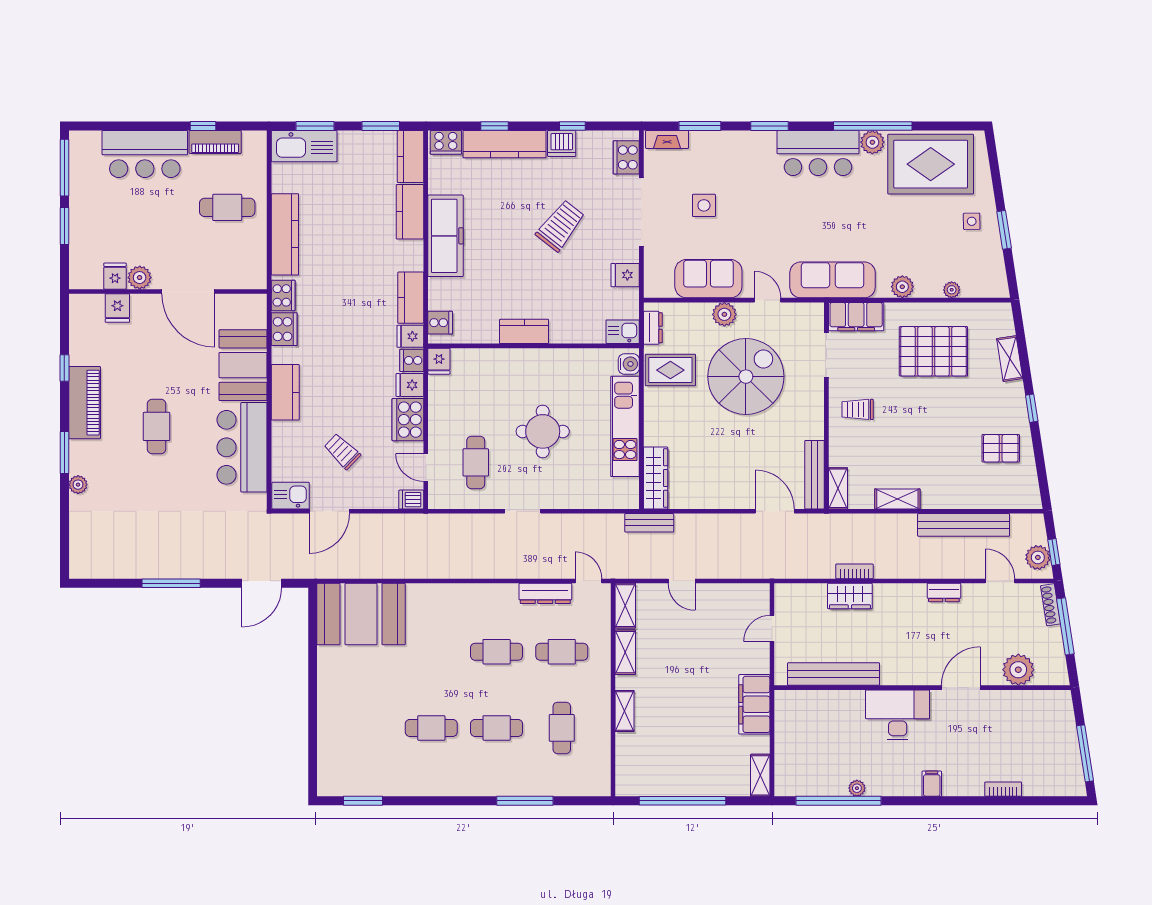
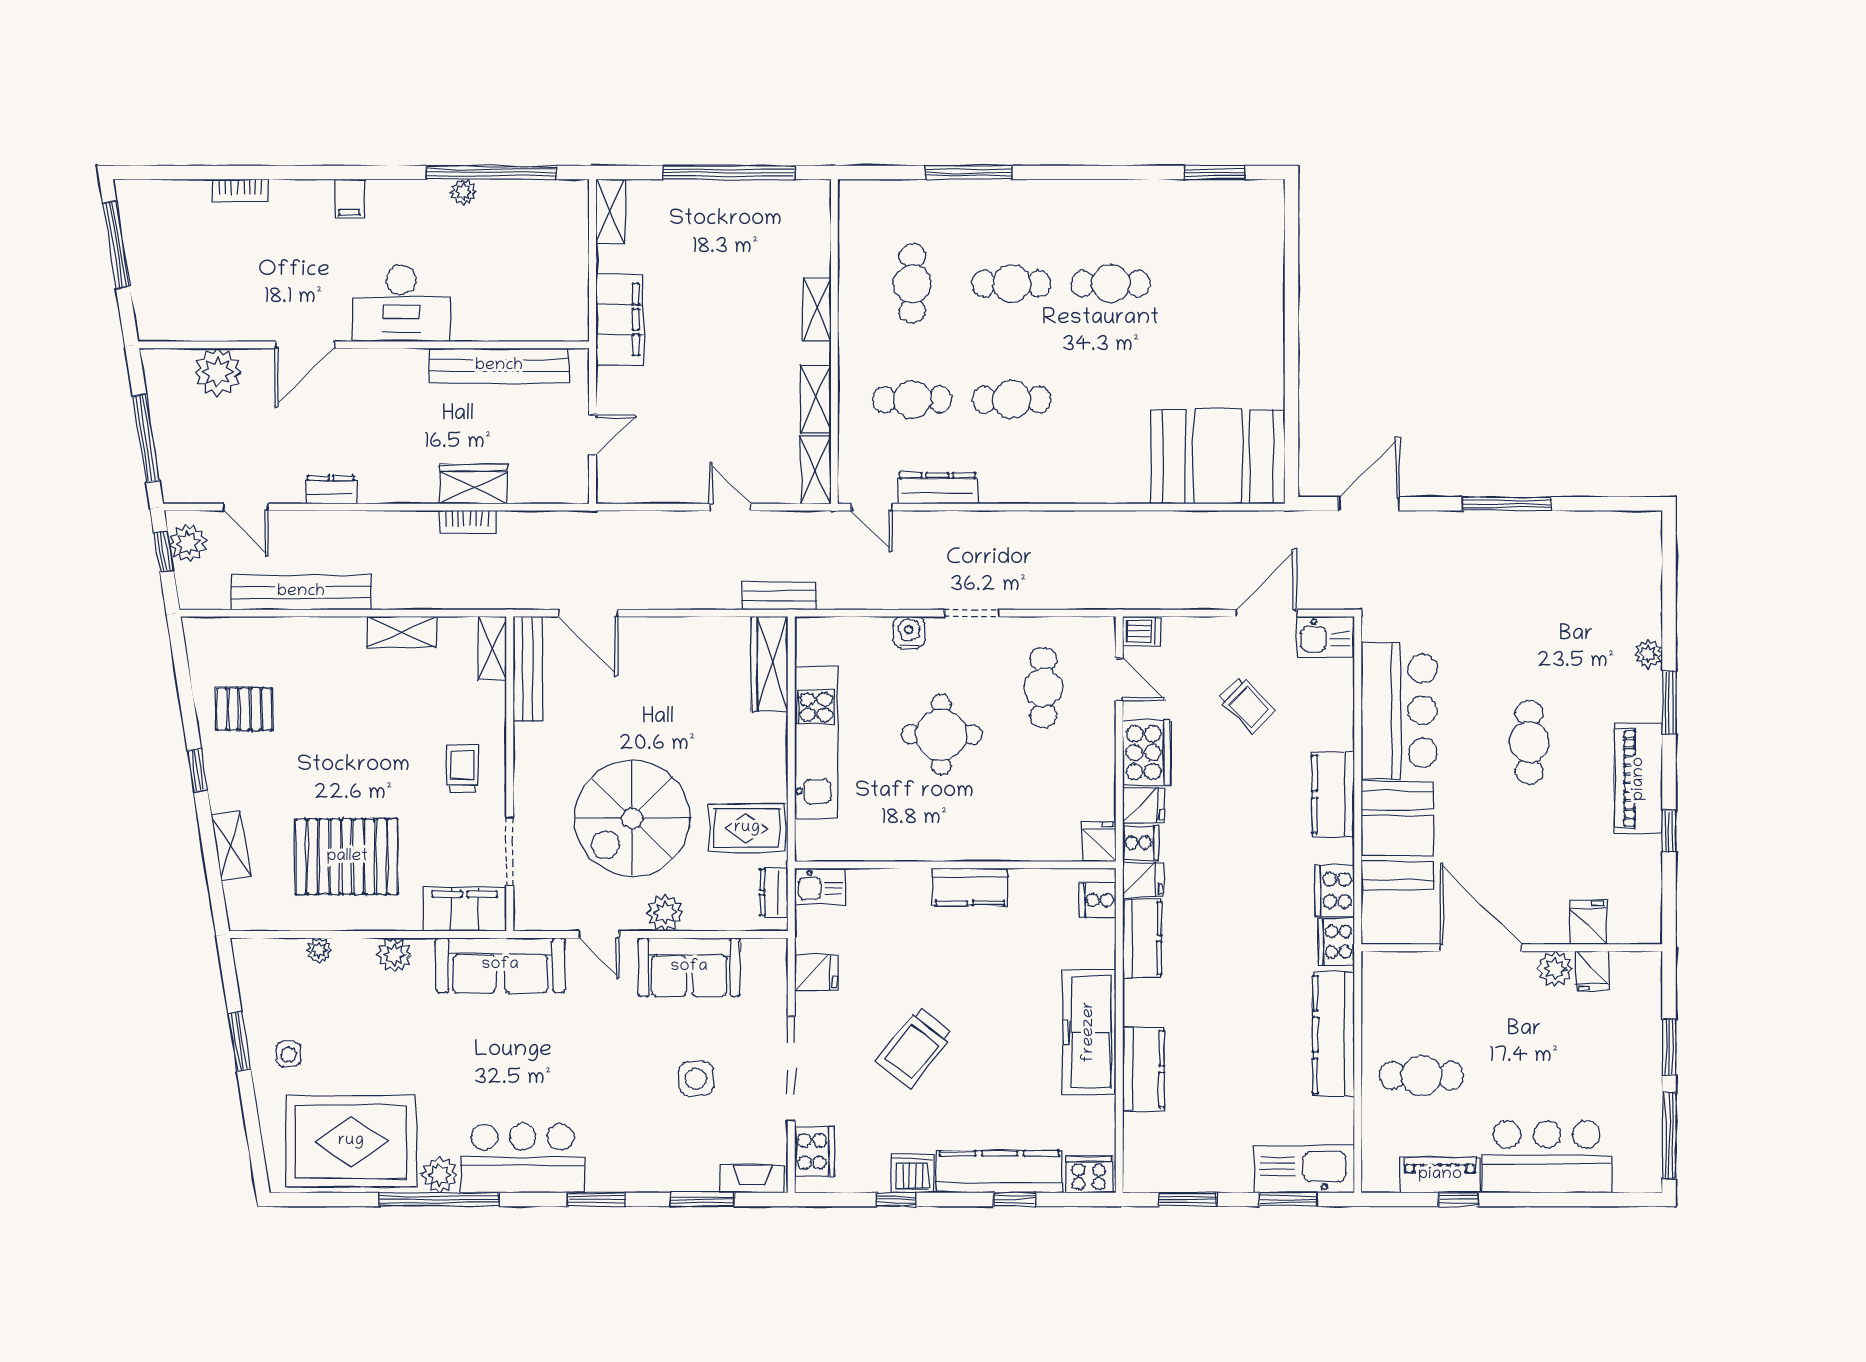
kitchen counter: (411, 157) -> (1142, 1153), removed
water cooler: (629, 364) -> (909, 632), moved, turned 90
trolley: (858, 409) -> (462, 768), turned -90
shoe rack: (1051, 605) -> (169, 471), removed

